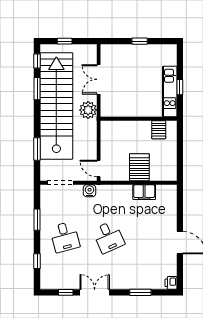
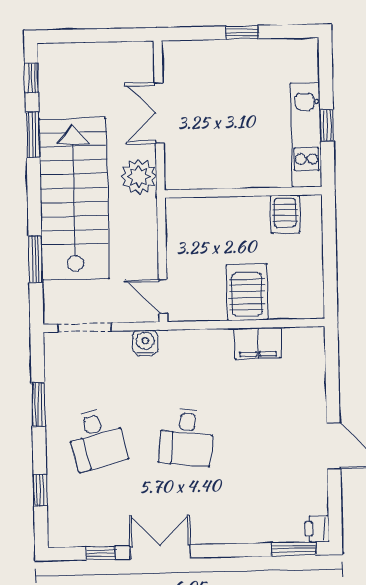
window: (65, 41) -> (87, 36), removed
stairs: (56, 106) -> (74, 199), width x0.73
desk: (108, 237) -> (186, 437), turned 30
window: (140, 292) -> (294, 549), moved

